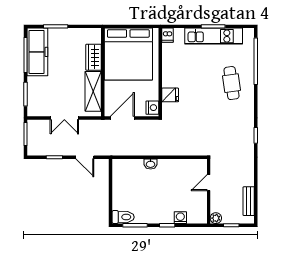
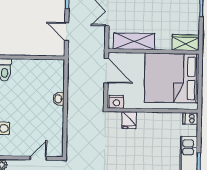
wardrobe: (94, 57) -> (186, 43), moved
door: (85, 157) -> (67, 32), hinge flipped
door: (209, 183) -> (38, 158), hinge flipped

